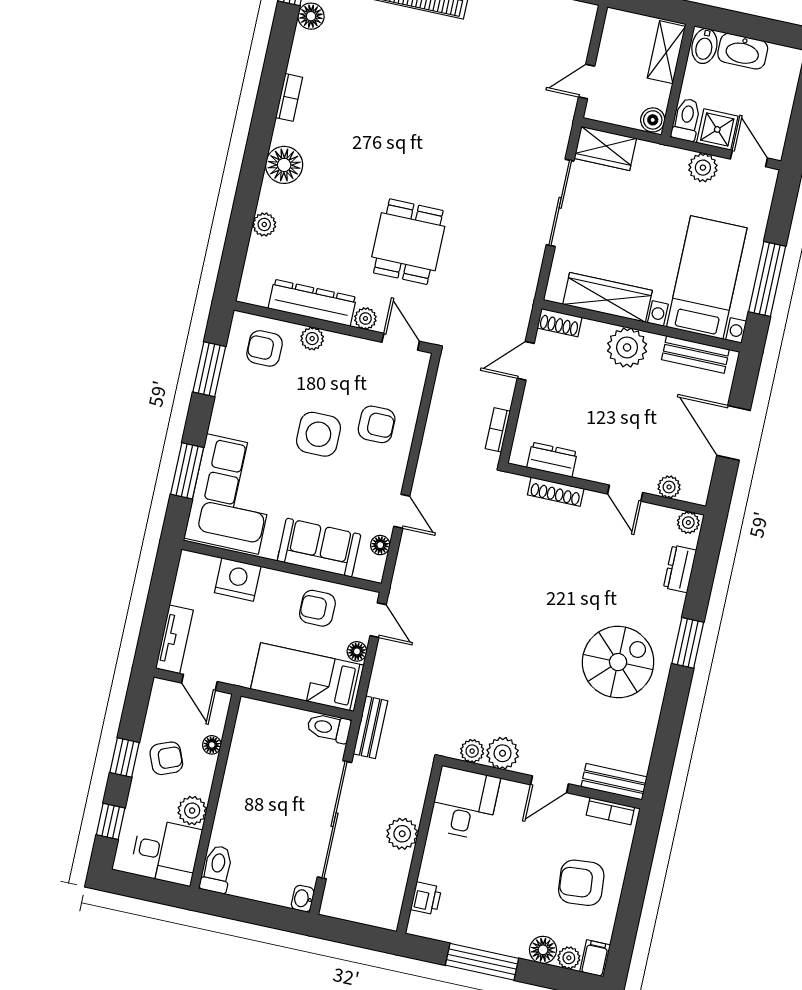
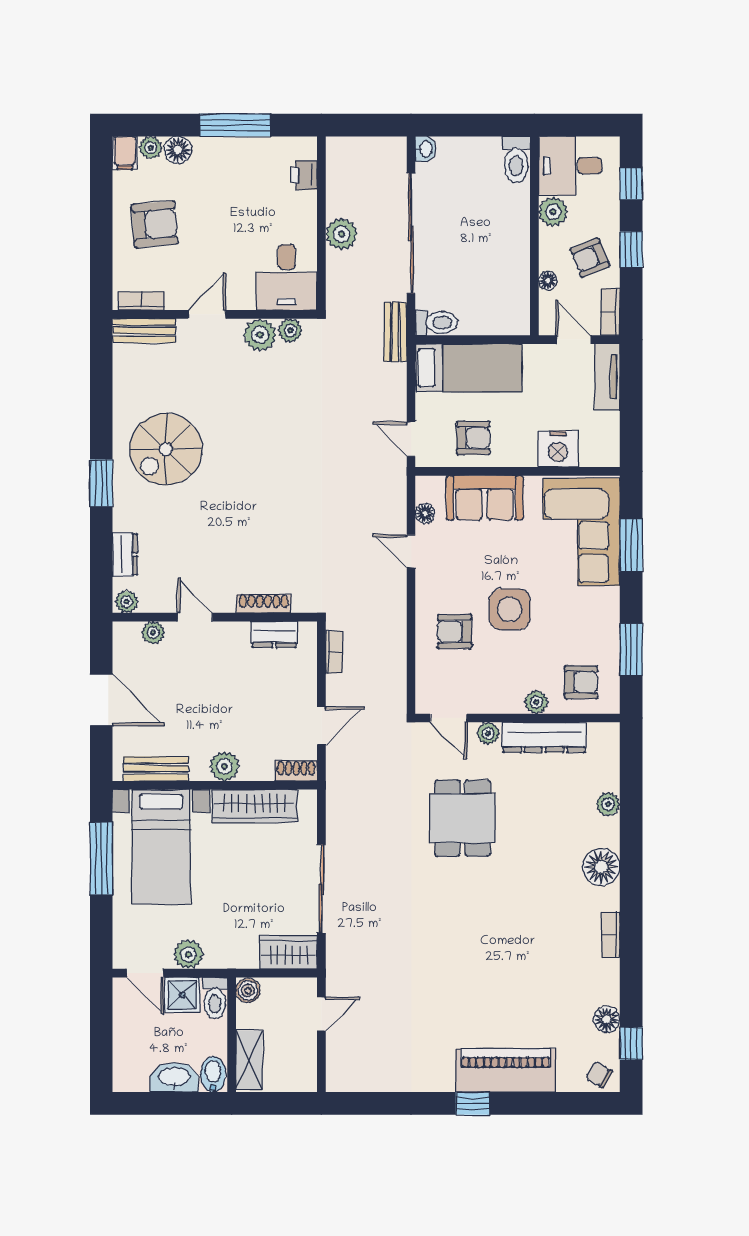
plant: (627, 347) -> (224, 766), width x0.73, depth x0.73
floor lamp: (357, 651) -> (425, 404), removed
bookcase: (158, 701) -> (610, 312), added

